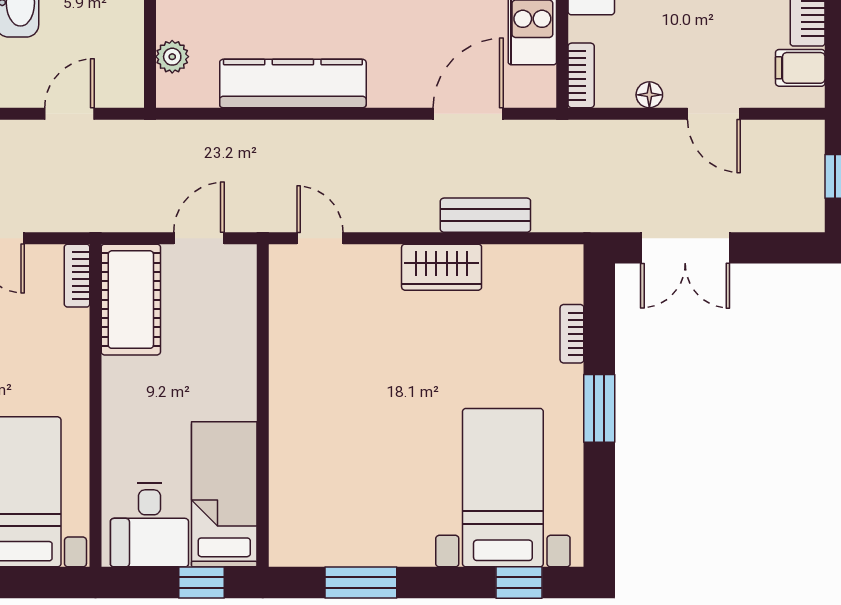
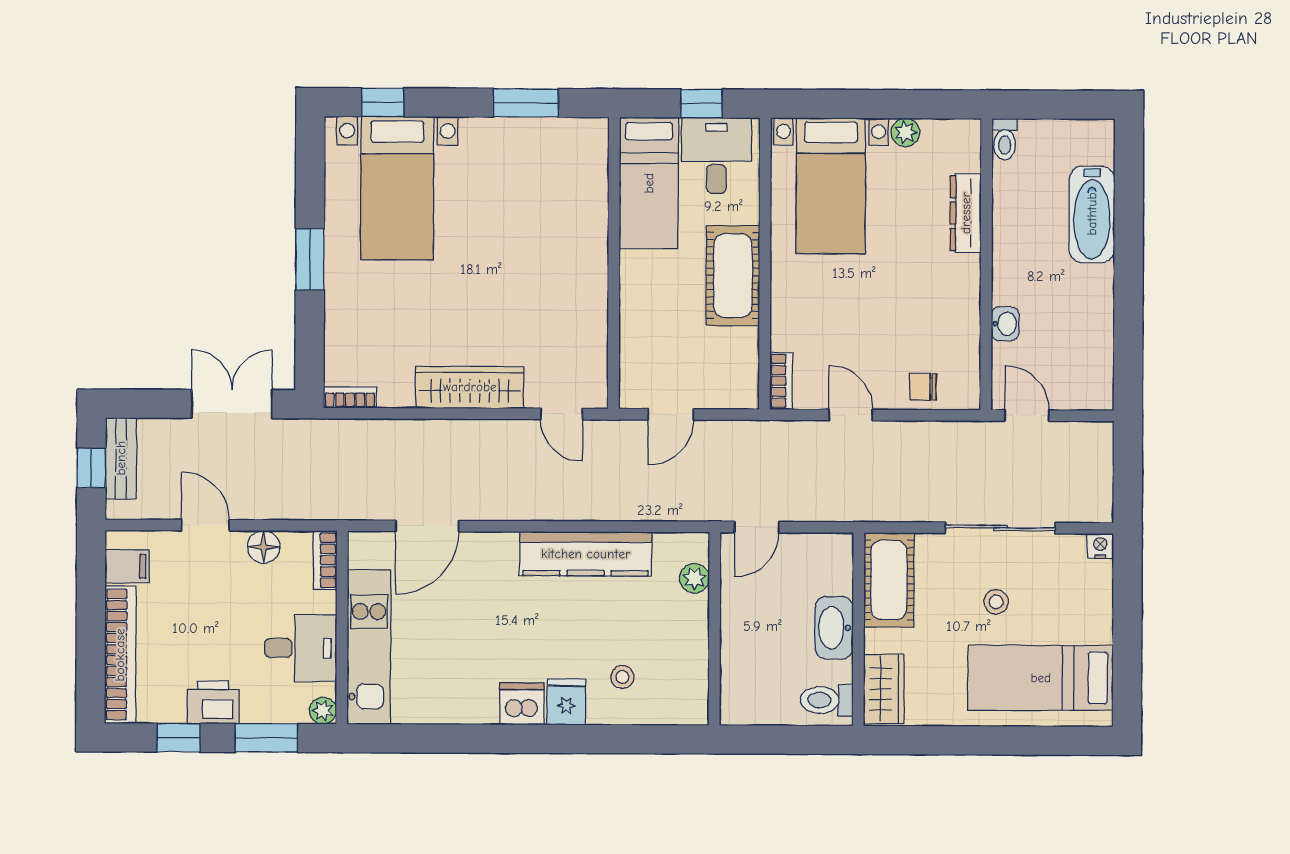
floor lamp: (649, 95) -> (264, 547), width x1.37, depth x1.37
door: (69, 114) -> (757, 527), moved
bench: (485, 215) -> (121, 458), moved, turned 90
wardrobe: (442, 267) -> (470, 387), width x1.50
cot: (131, 300) -> (733, 276), moved
bookcase: (572, 334) -> (350, 397), moved, turned -90
window: (202, 582) -> (701, 103), moved

